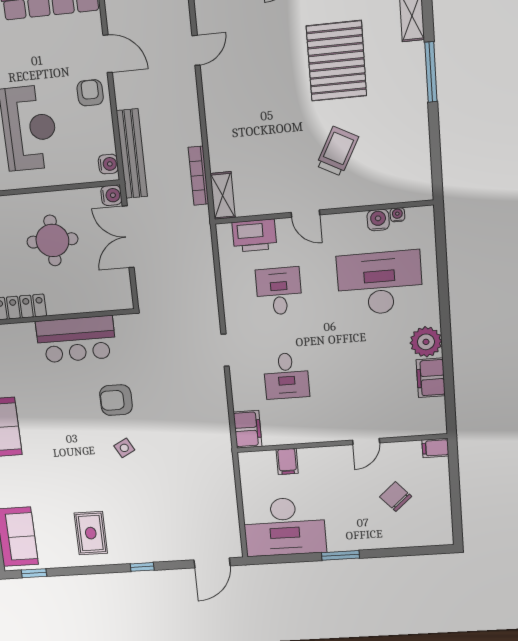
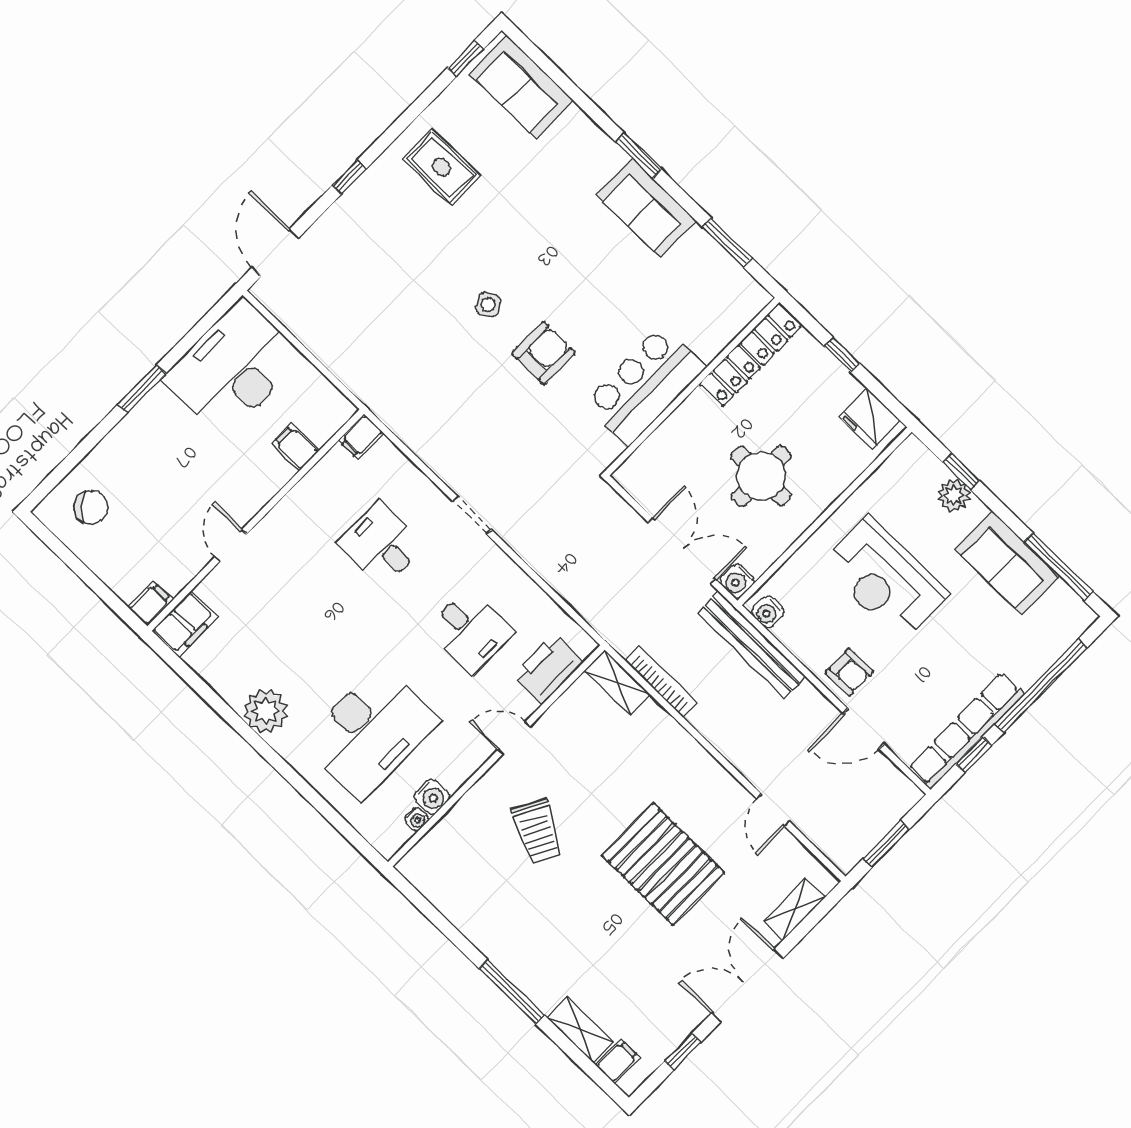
pallet: (336, 61) -> (663, 864), moved
filing cabinet: (431, 378) -> (185, 624), moved, turned 90
filing cabinet: (248, 429) -> (361, 437), width x0.50
chair: (396, 497) -> (91, 507), moved

